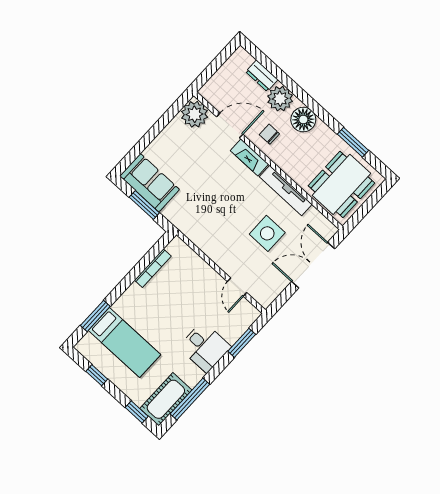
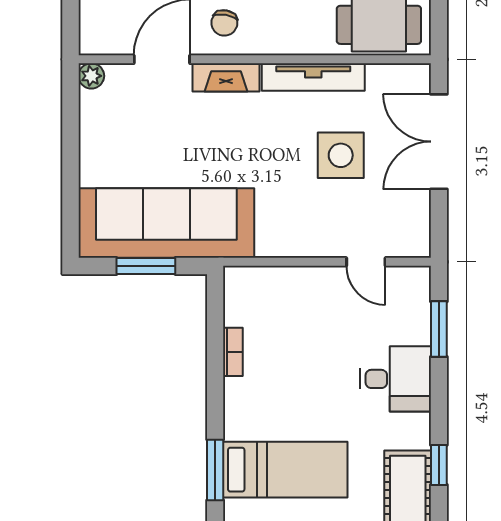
plant: (194, 114) -> (91, 76), width x0.53, depth x0.53
chair: (269, 134) -> (224, 23), turned -80
sofa: (150, 183) -> (166, 223), width x1.85, depth x1.27
bookcase: (153, 268) -> (233, 352), width x0.64
window: (190, 399) -> (439, 465), width x0.46

